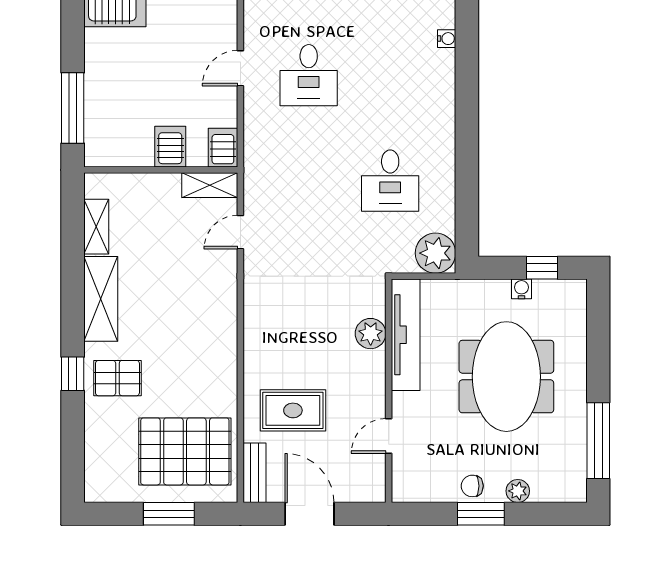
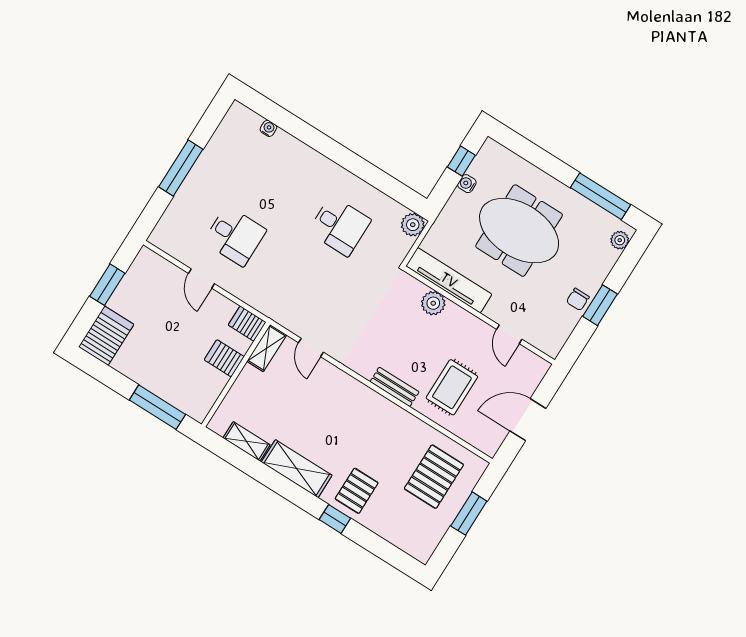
plant: (436, 253) -> (413, 225), width x0.73, depth x0.73
pallet: (185, 451) -> (434, 477), width x0.73, depth x0.71
bench: (255, 473) -> (394, 387), moved
plant: (518, 491) -> (620, 240), moved

